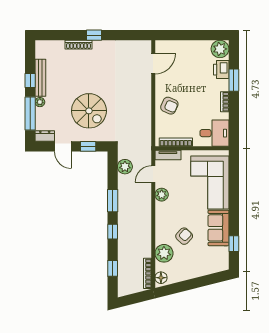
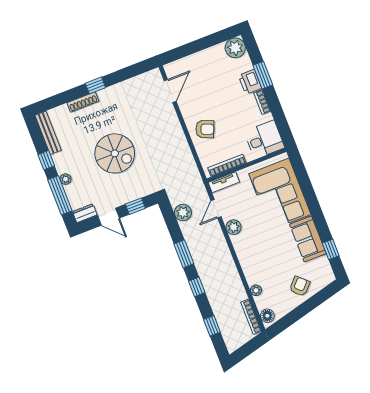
printer: (221, 70) -> (250, 82), moved
bench: (40, 78) -> (48, 133), moved
spiral stairs: (89, 111) -> (115, 153), moved
armchair: (184, 236) -> (300, 286), moved
plant: (164, 253) -> (256, 290), width x0.53, depth x0.53

